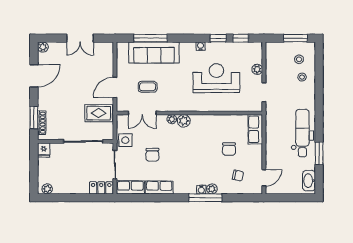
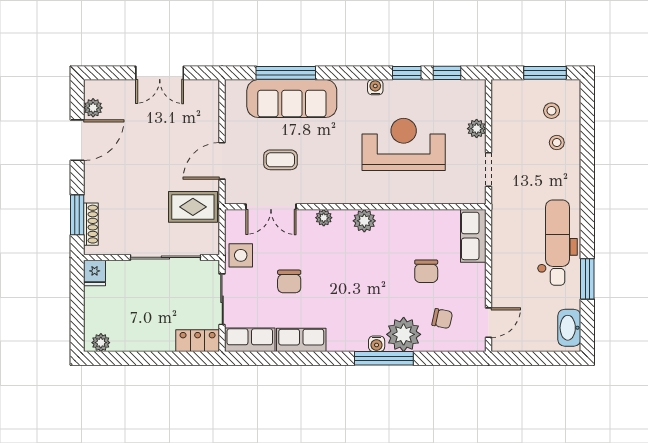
plant: (43, 47) -> (93, 108), moved
plant: (184, 121) -> (364, 221), moved
plant: (212, 189) -> (404, 334), width x1.87, depth x1.87

